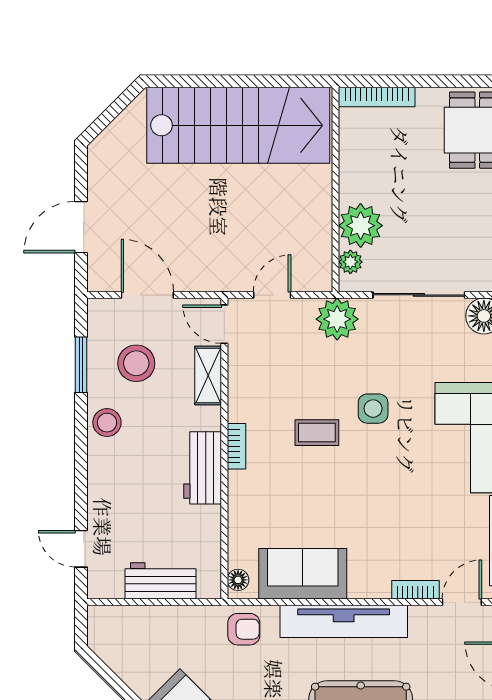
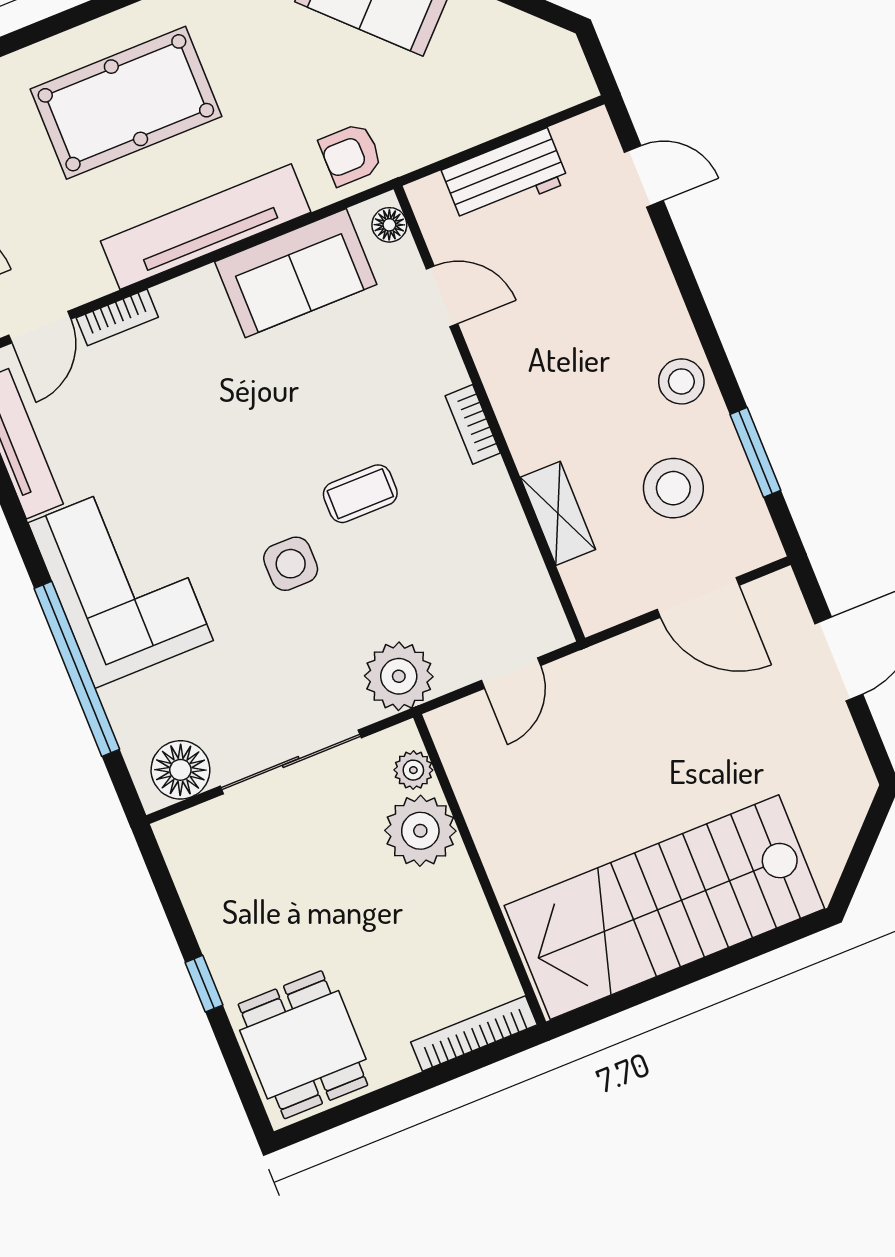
door: (224, 324) -> (442, 296), moved
workbench: (203, 468) -> (510, 371), removed

